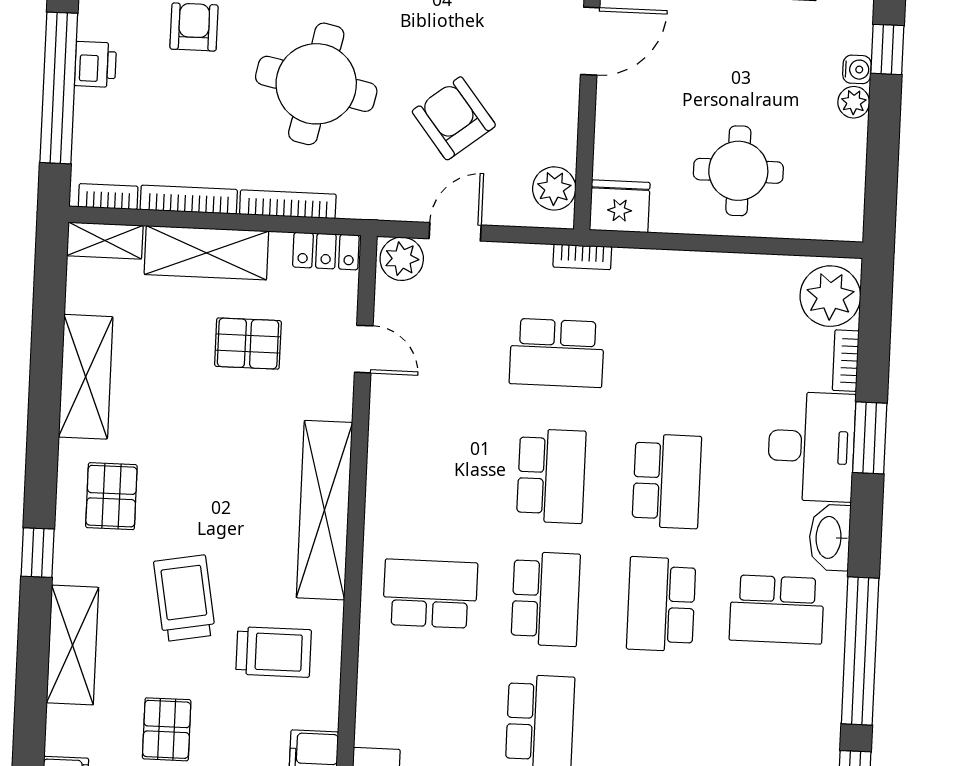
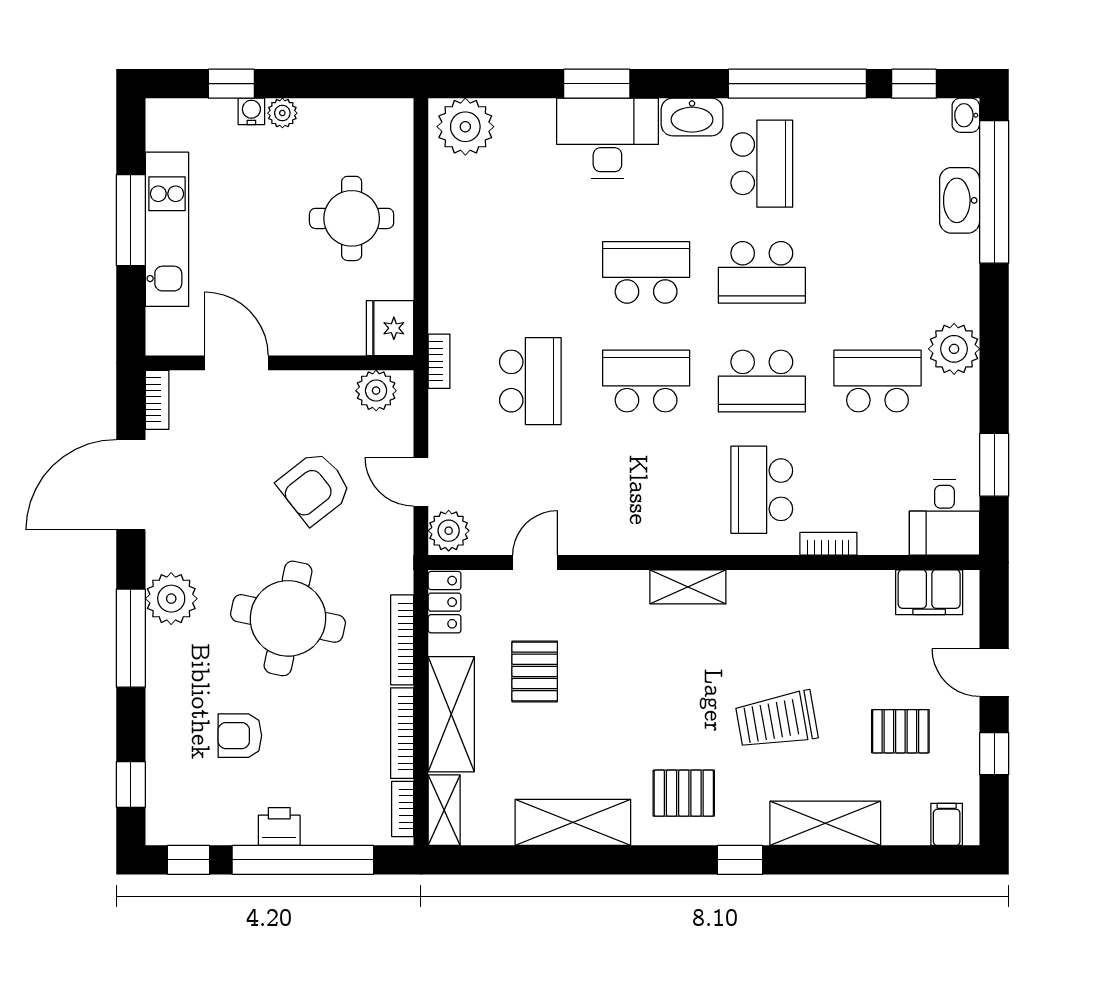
bookcase: (846, 361) -> (828, 544), moved, turned 180
shelving: (324, 510) -> (688, 587), width x0.45, depth x0.75
school desk: (546, 599) -> (762, 381), turned 180
trolley: (274, 652) -> (823, 634), removed

